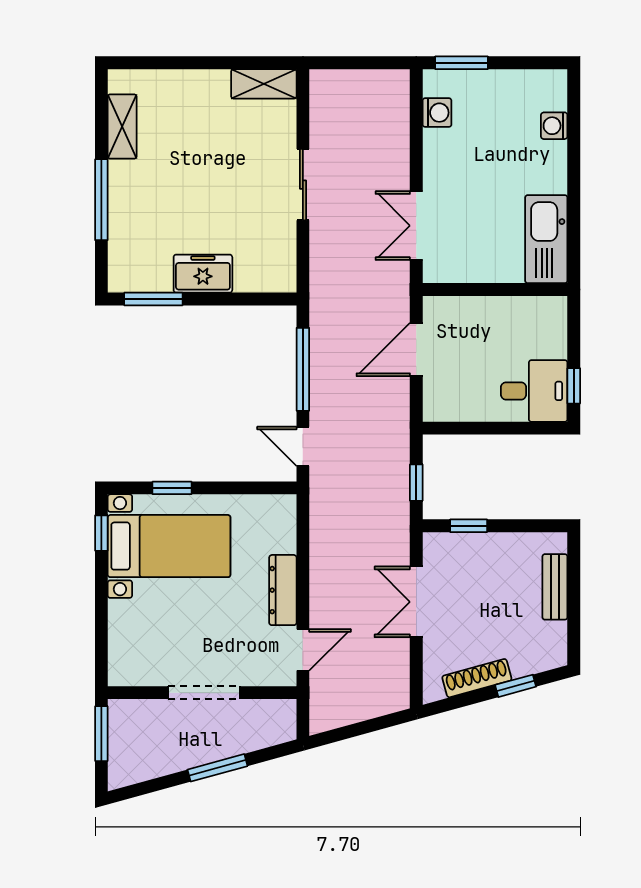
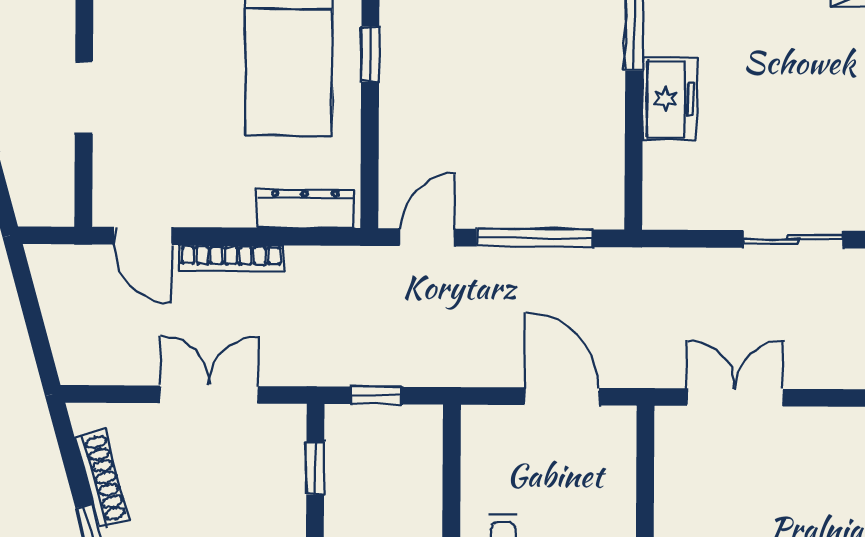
bookcase: (319, 587) -> (231, 259), added
dresser: (283, 590) -> (305, 209), moved
doorway: (204, 693) -> (84, 98), width x0.73

